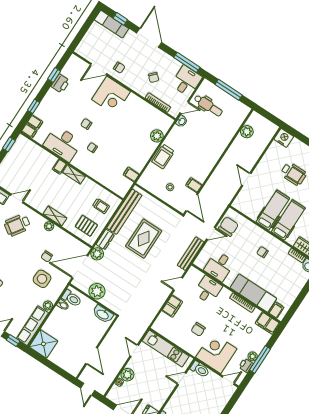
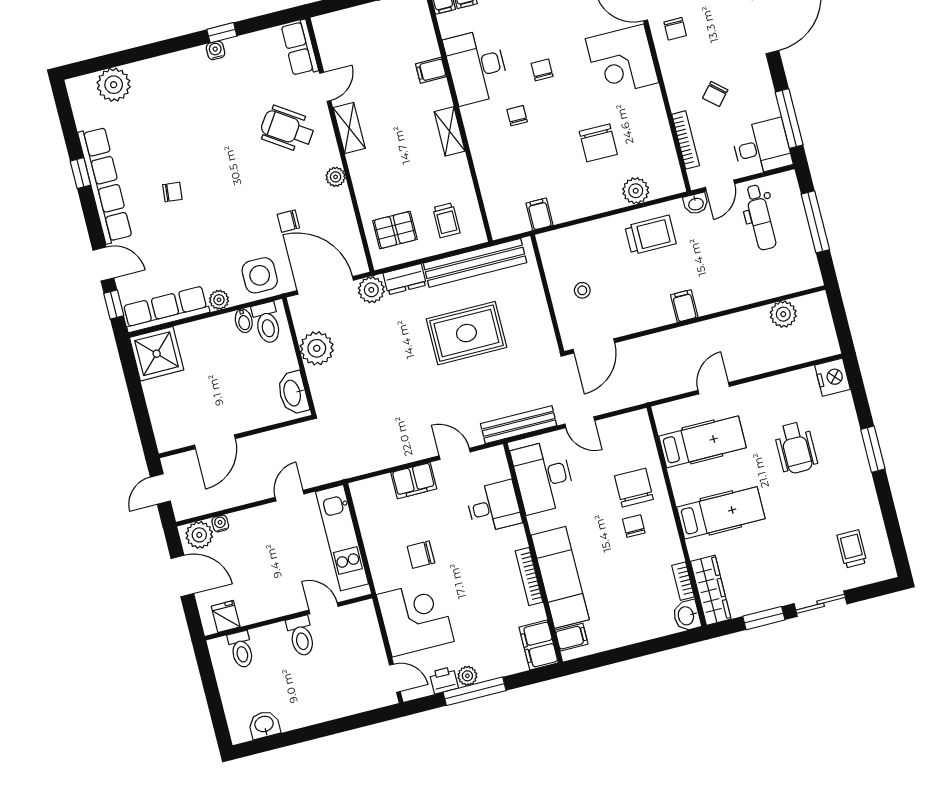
door: (184, 107) -> (720, 185), hinge flipped
chair: (129, 131) -> (598, 143), added
trolley: (163, 156) -> (650, 235), moved, turned 180
filing cabinet: (60, 167) -> (431, 70), moved
filing cabinet: (194, 185) -> (684, 306), moved
door: (17, 198) -> (325, 87), hinge flipped
hospital bed: (273, 210) -> (702, 442), moved
shelving: (55, 216) -> (349, 128), moved
pallet: (86, 226) -> (395, 230), turned 90
chair: (228, 227) -> (634, 488), moved, turned -90
desk: (219, 266) -> (543, 477), width x1.37
side table: (42, 279) -> (260, 275), moved
toilet: (200, 369) -> (301, 636), moved
plant: (127, 375) -> (199, 535), moved

